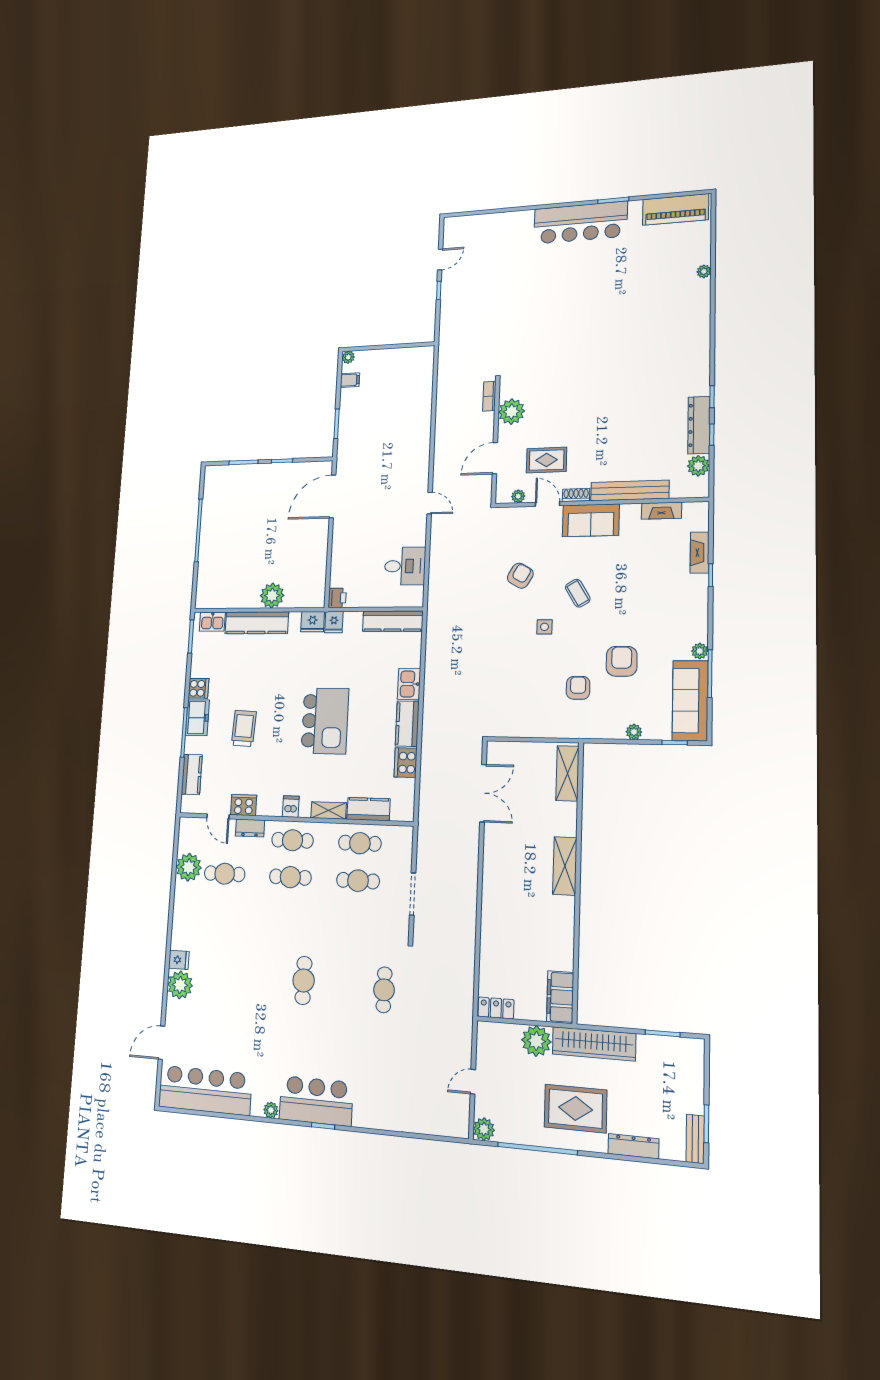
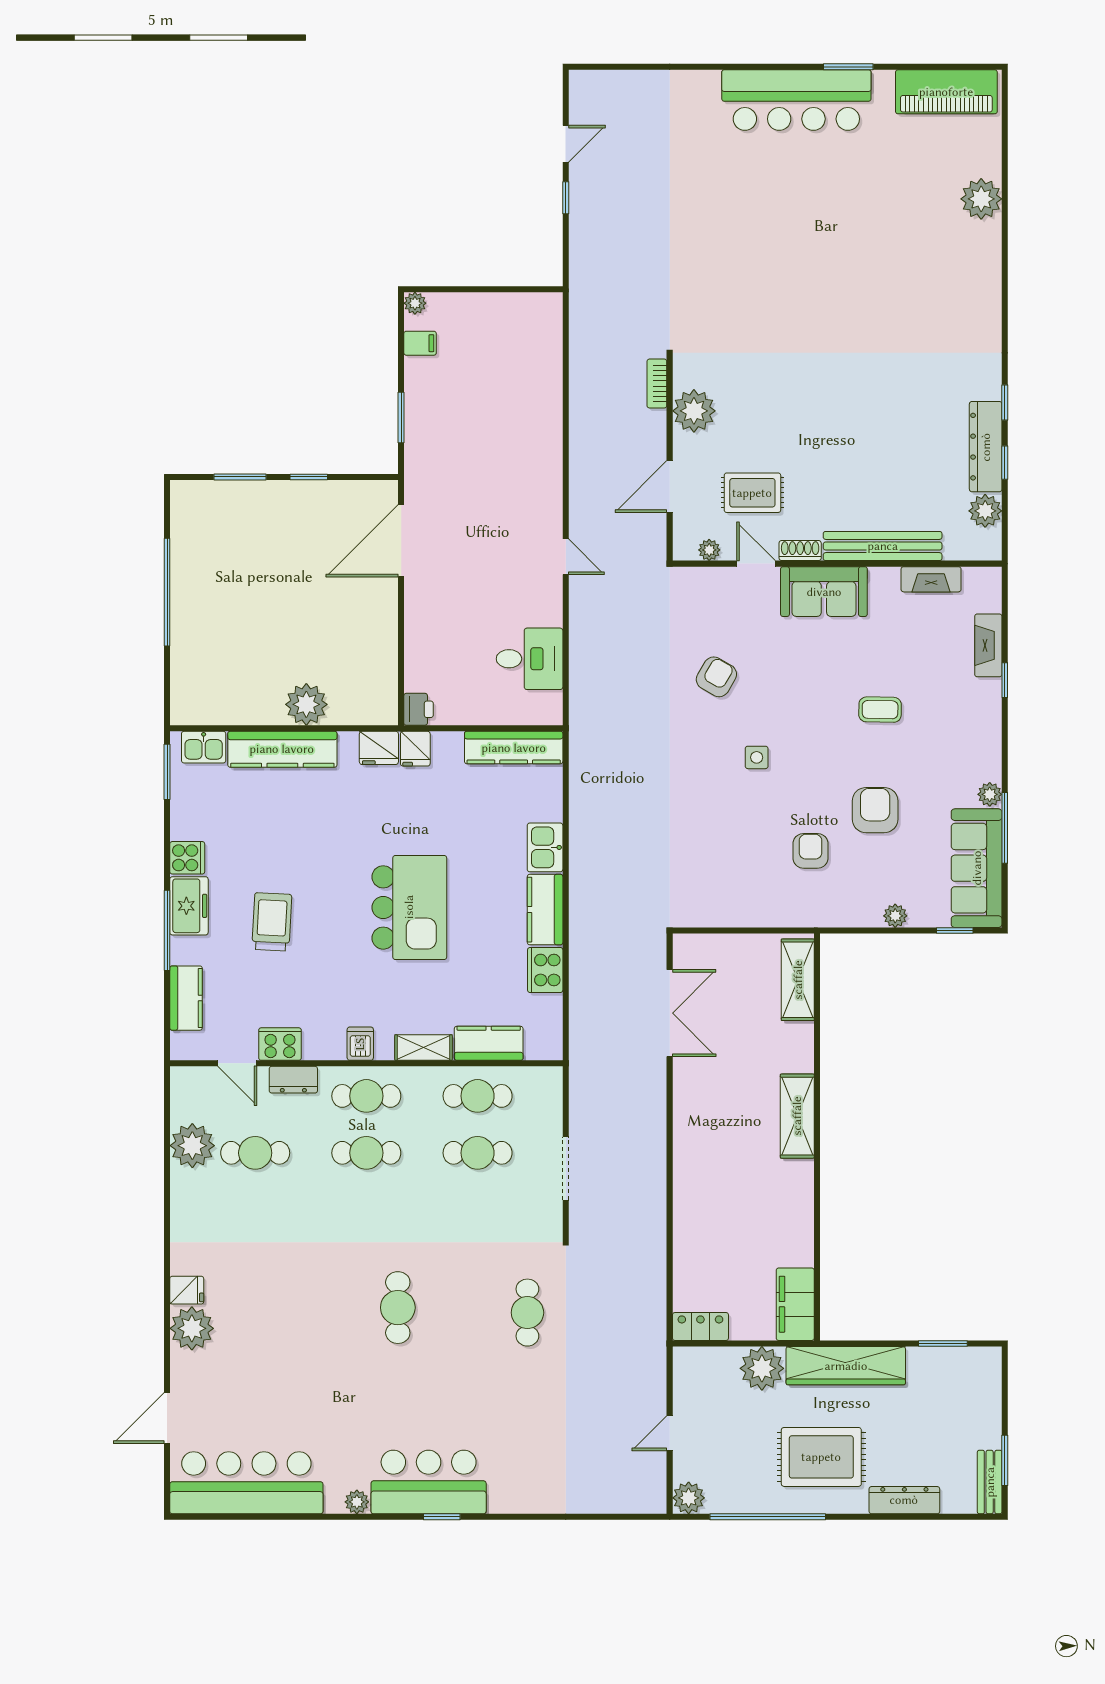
plant: (704, 271) -> (981, 199), width x1.87, depth x1.87
coffee table: (578, 593) -> (880, 710), moved, turned -58

